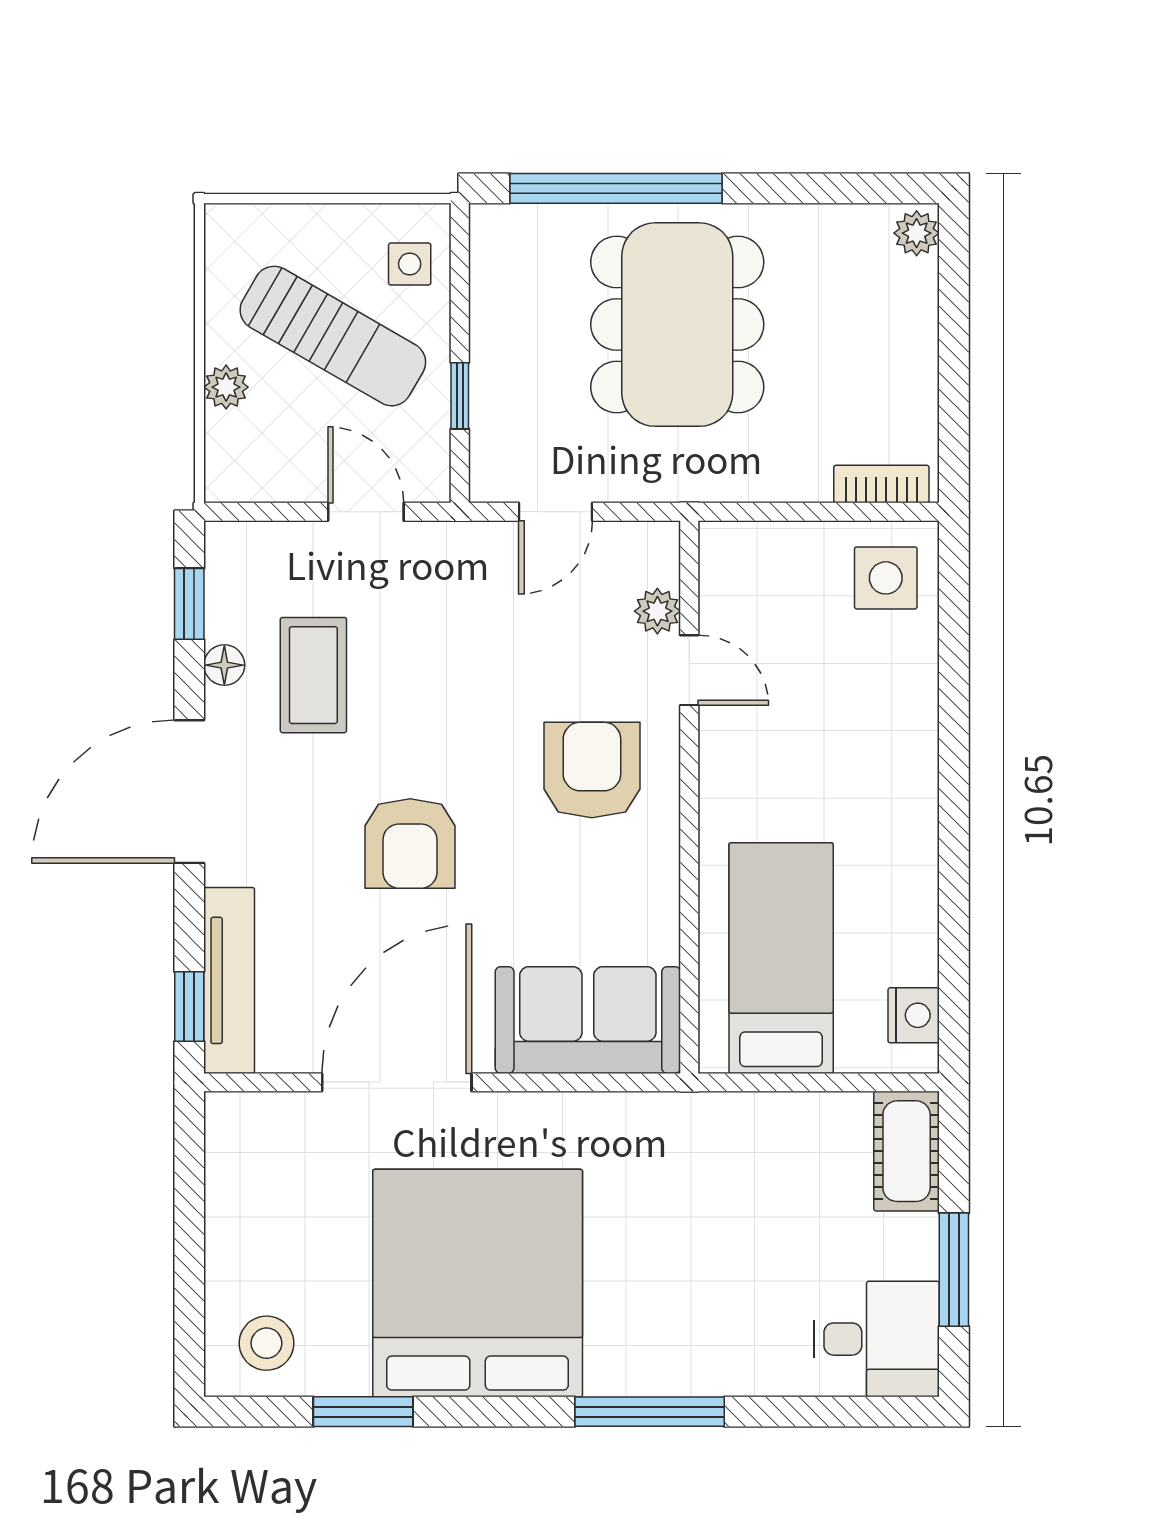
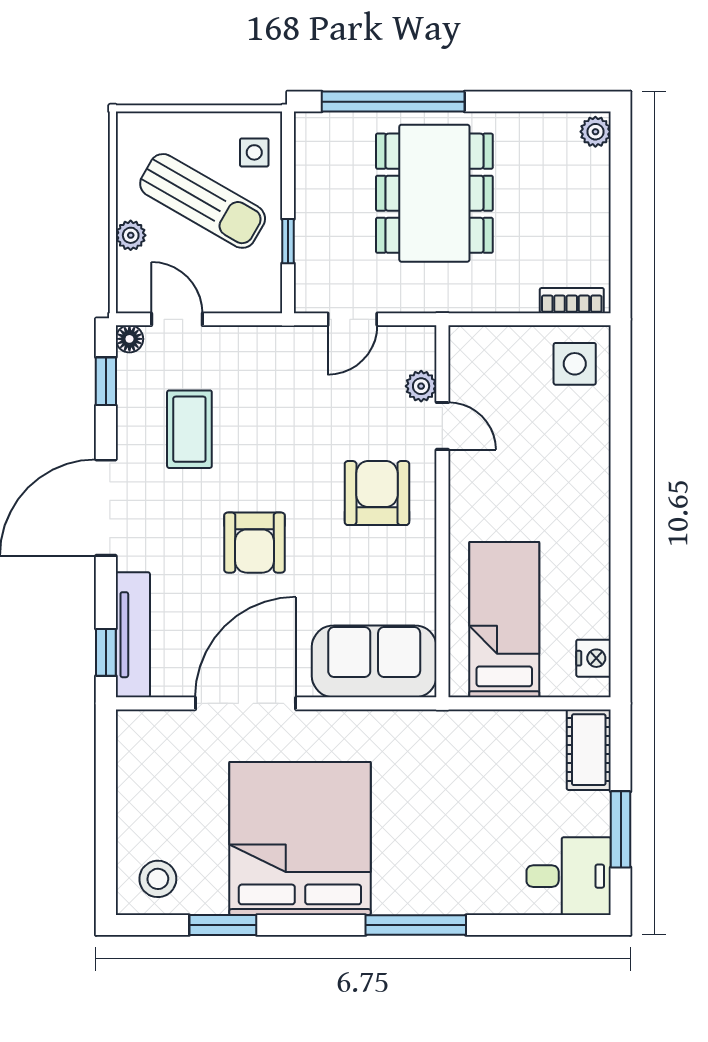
door: (366, 512) -> (177, 319), moved
floor lamp: (224, 665) -> (129, 339), moved

